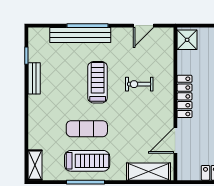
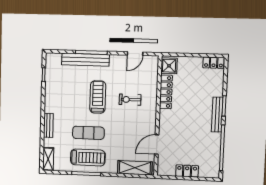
bench: (34, 78) -> (48, 125), moved
locker: (184, 96) -> (166, 92), moved

